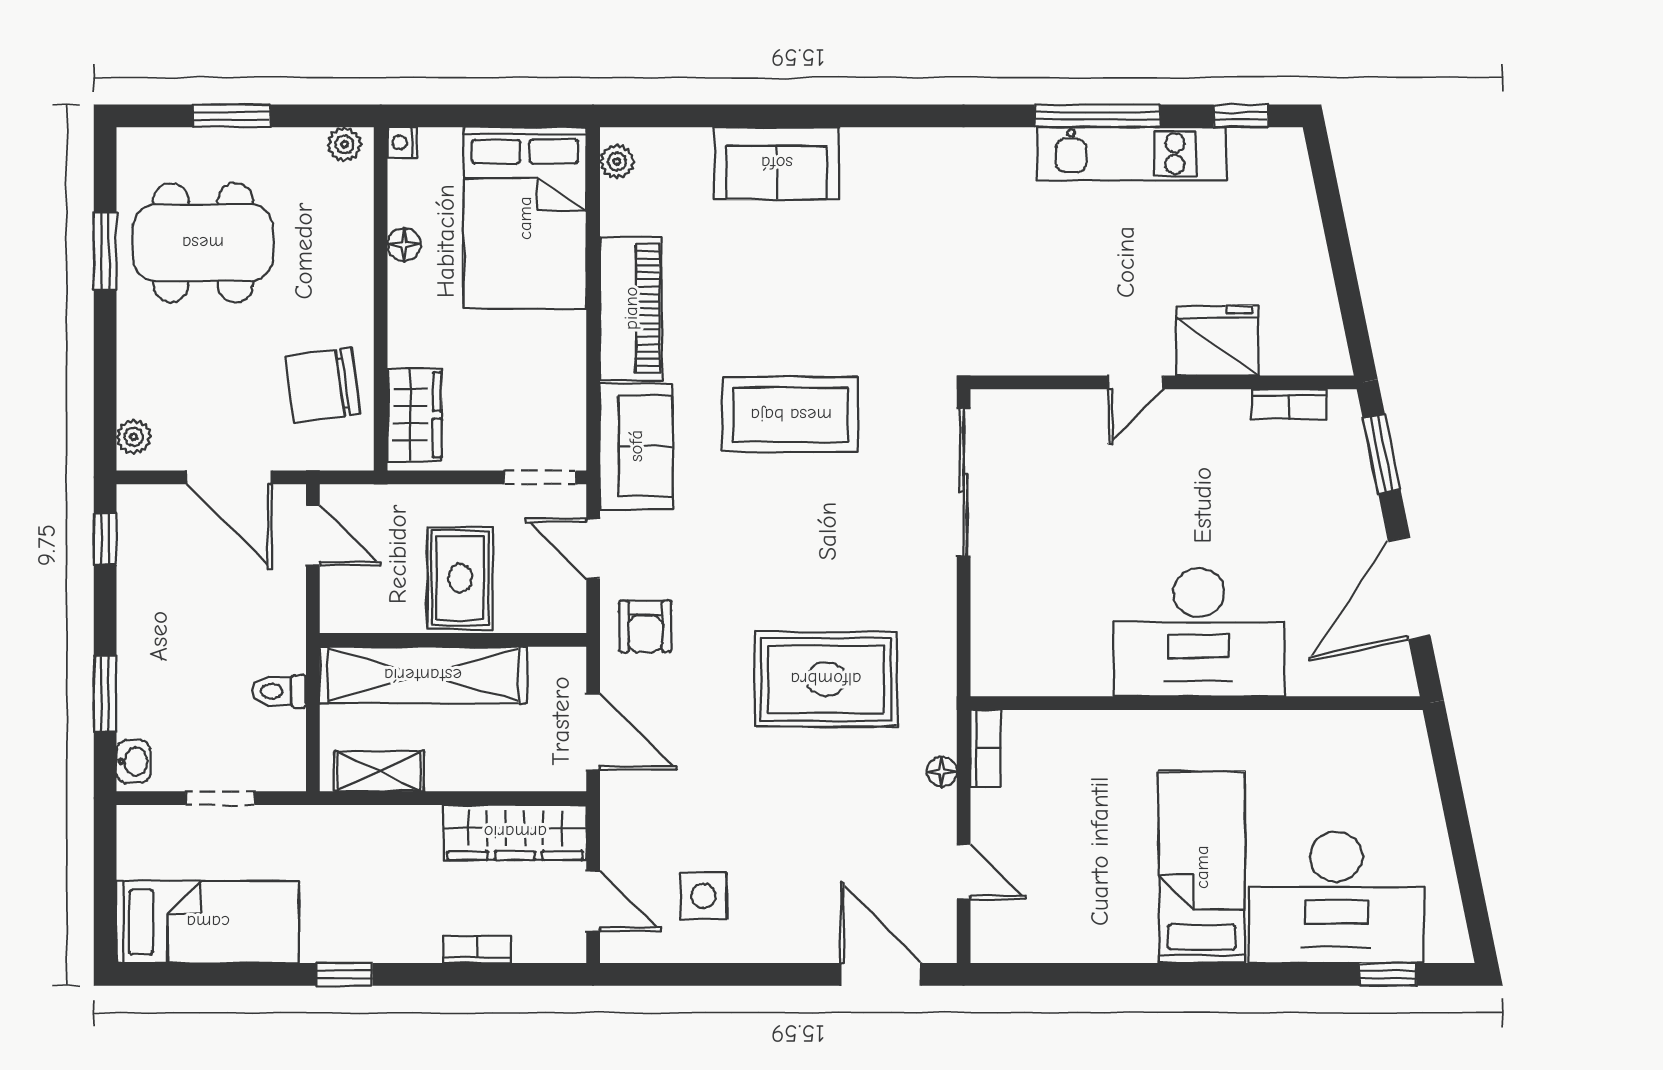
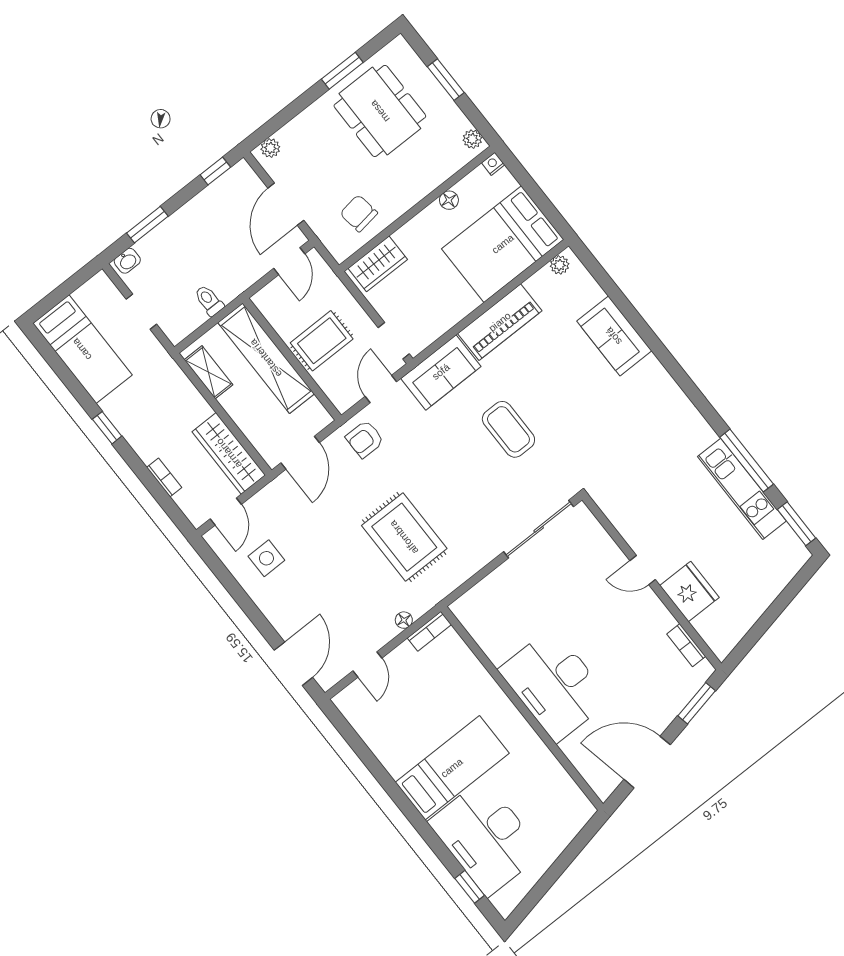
window: (1241, 116) -> (796, 524), width x1.50
chair: (323, 385) -> (359, 213), width x0.73, depth x0.73
coffee table: (791, 415) -> (508, 429), width x0.73, depth x0.76

